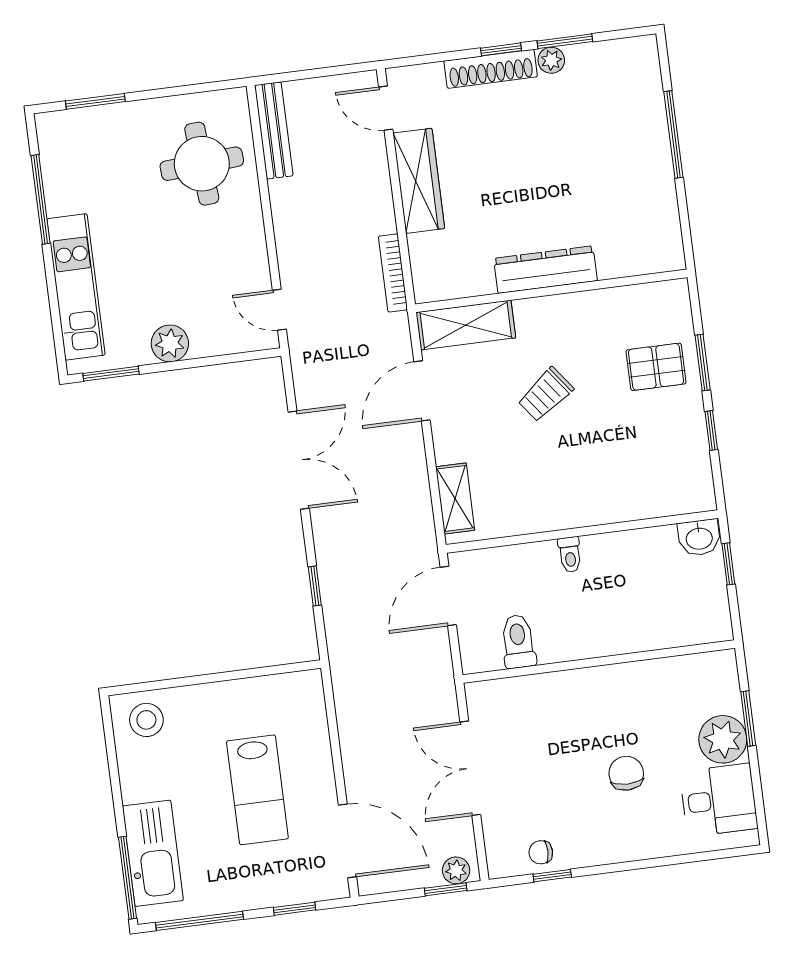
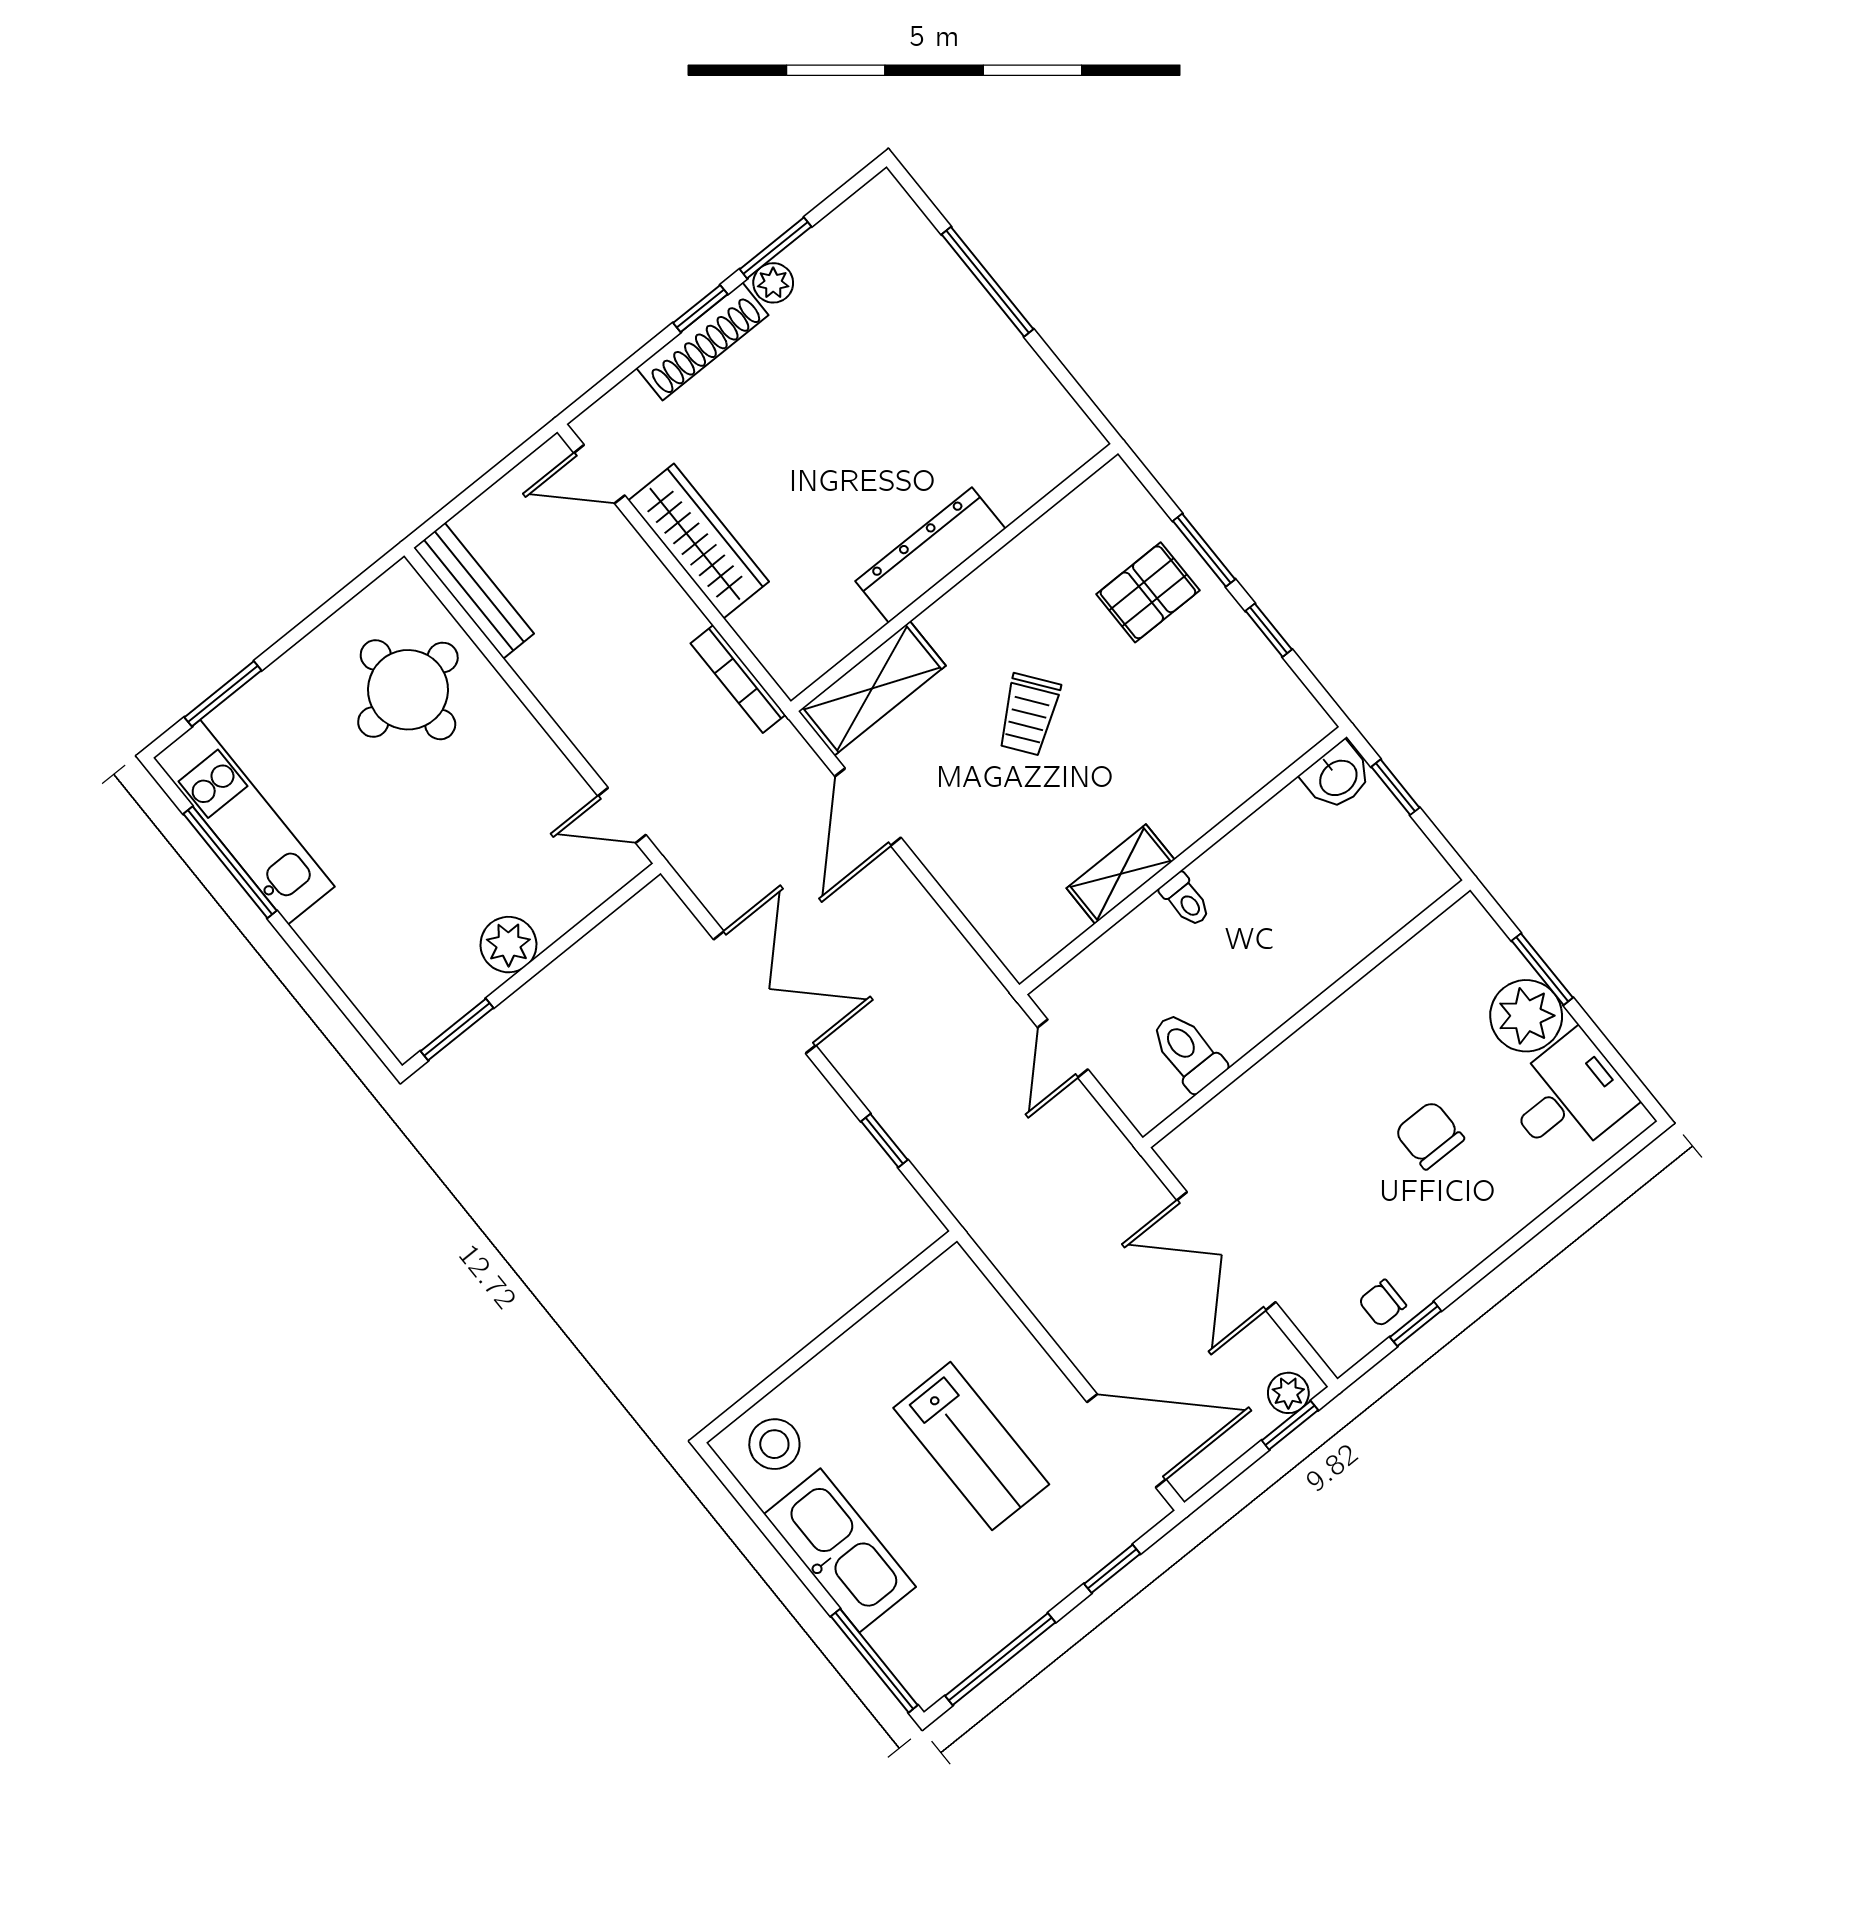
kitchen unit: (76, 287) -> (244, 822), moved
shelving: (455, 498) -> (1121, 874), moved, turned 90
door: (448, 596) -> (1063, 1048), width x0.73
kitchen sink: (153, 853) -> (840, 1550), moved

